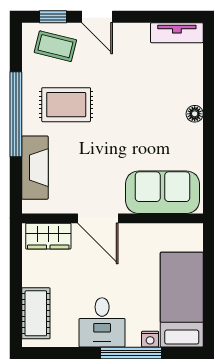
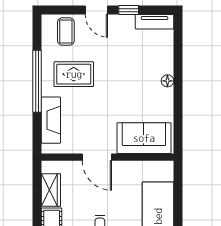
window: (53, 17) -> (129, 10), moved
coffee table: (55, 46) -> (66, 32), turned 76
wardrobe: (48, 236) -> (51, 190), moved, turned -90

